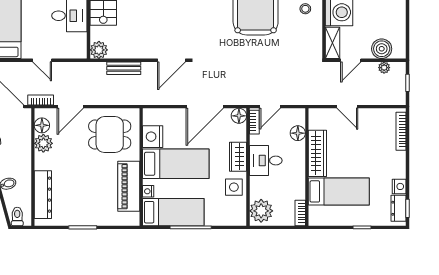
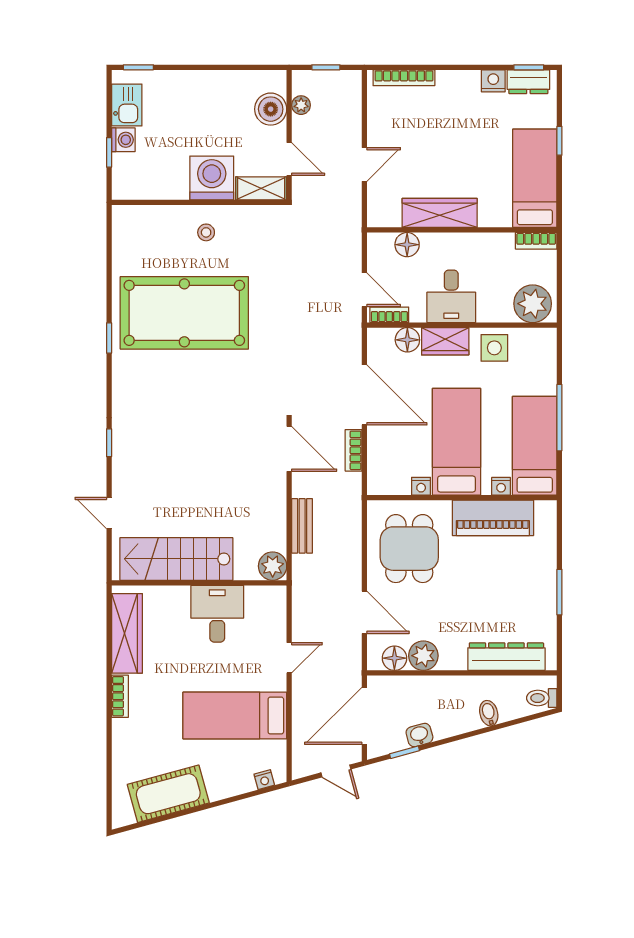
bookcase: (41, 100) -> (354, 450), moved
floor lamp: (239, 116) -> (407, 340), moved
nightstand: (153, 137) -> (421, 486), width x0.53, depth x0.56
bed: (339, 191) -> (535, 178), moved

